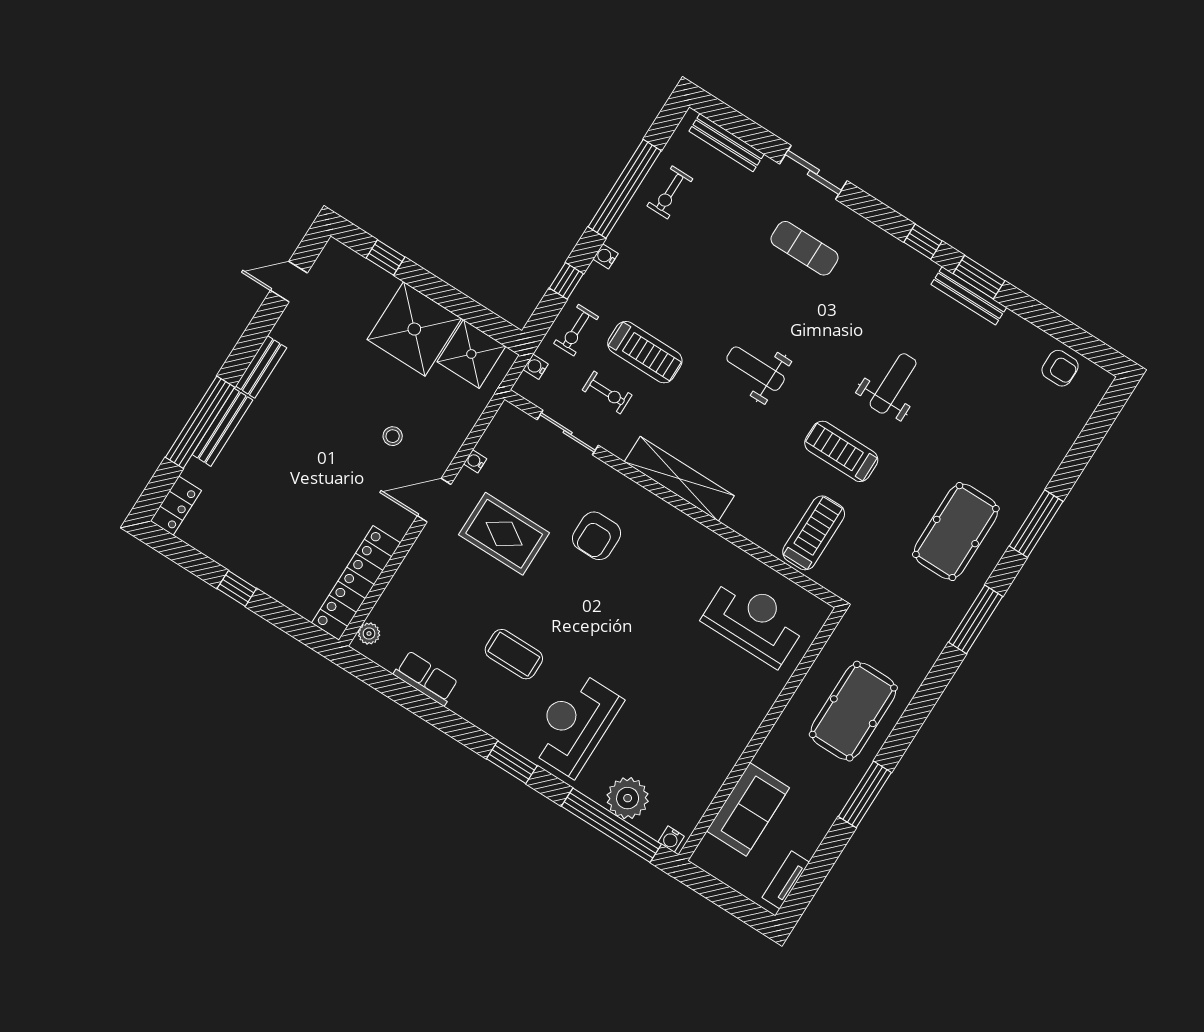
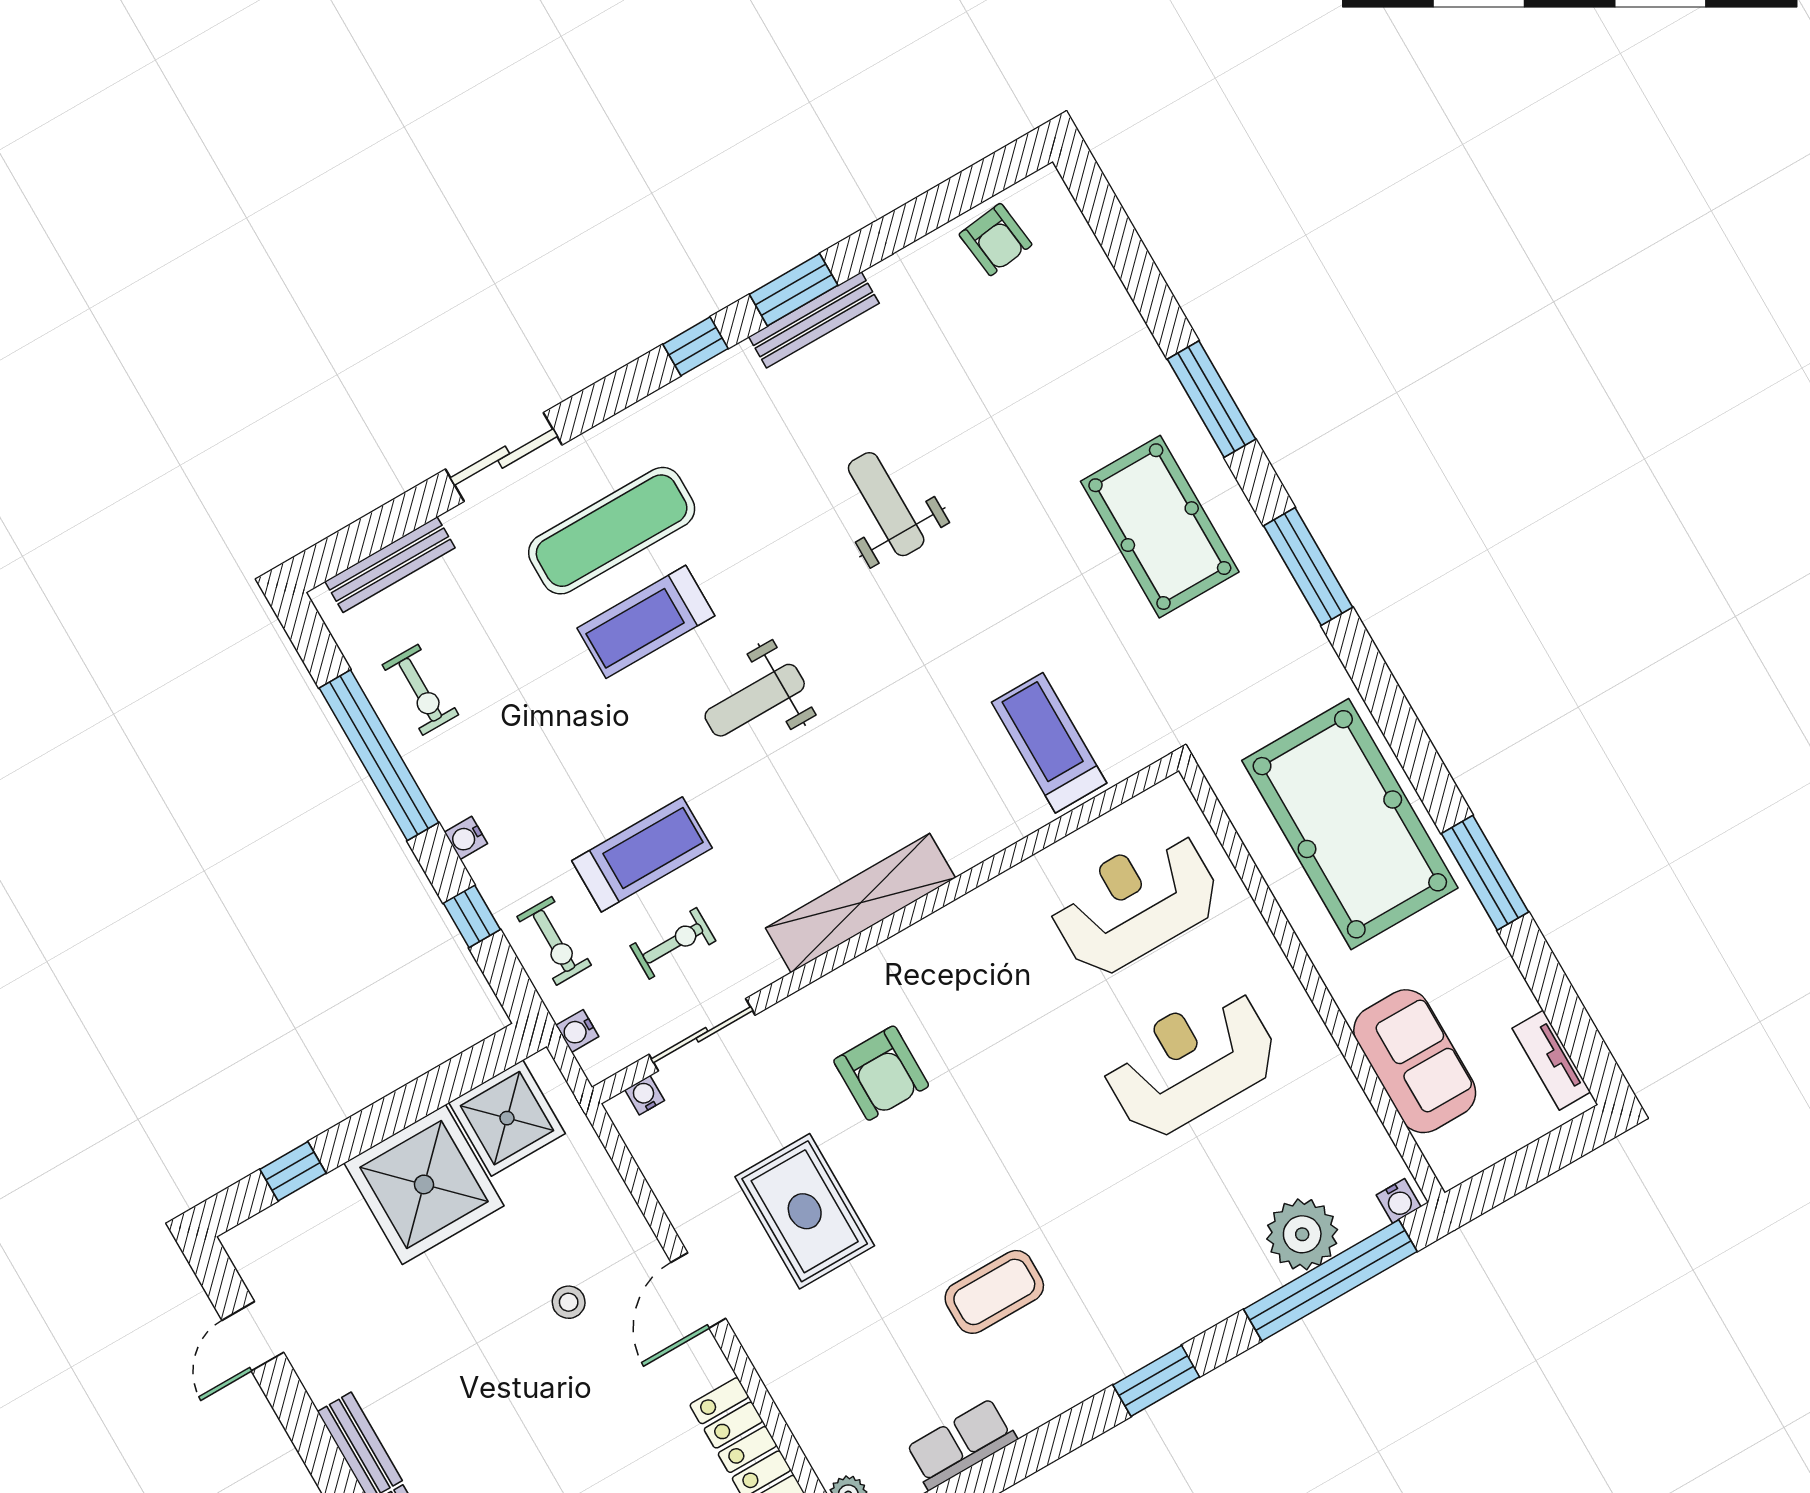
exercise mat: (805, 248) -> (612, 531), width x1.36, depth x1.45
armchair: (1060, 368) -> (995, 240), turned 83
treadmill: (841, 451) -> (646, 622), moved
water cooler: (475, 461) -> (645, 1095), moved, turned 90
rug: (504, 534) -> (805, 1211), turned 90
pool table: (853, 711) -> (1350, 824), width x1.36, depth x1.32
reception desk: (575, 724) -> (1190, 1062), moved, turned 90

